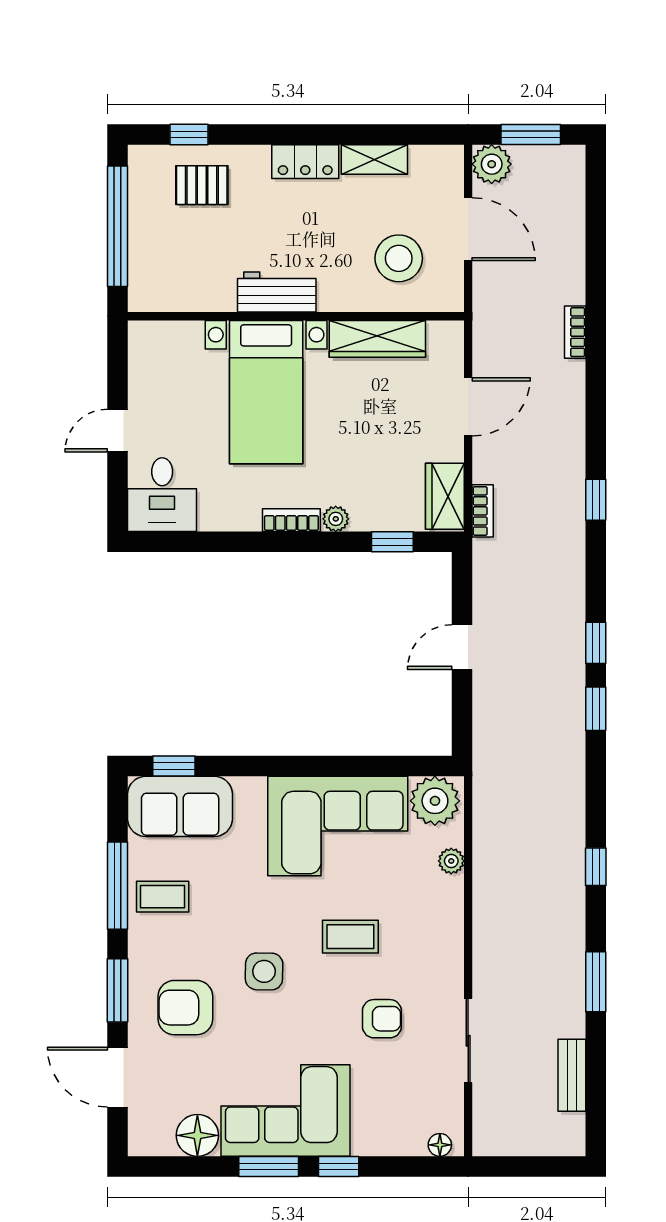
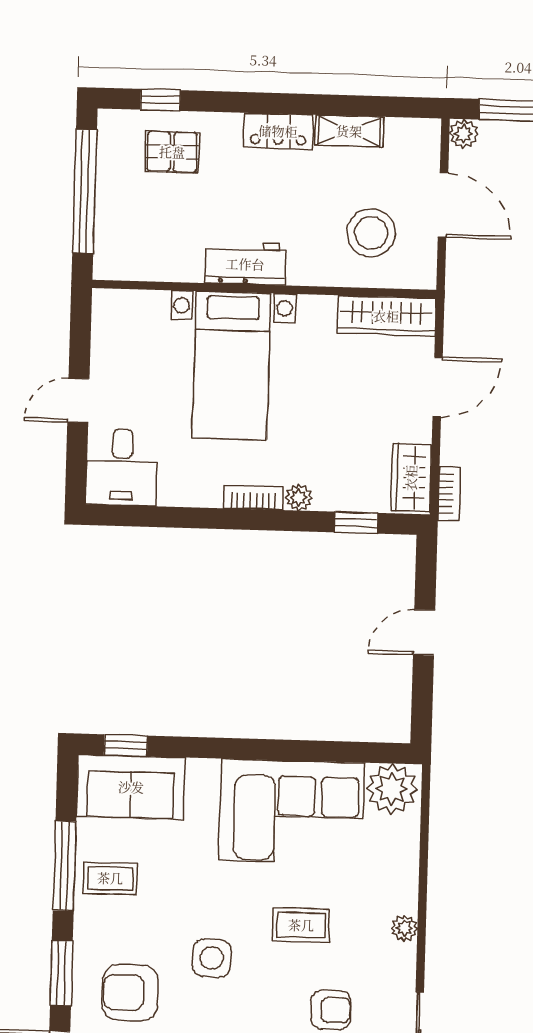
plant: (492, 164) -> (464, 134), width x0.73, depth x0.73
wardrobe: (377, 339) -> (386, 316), moved
plant: (451, 861) -> (404, 928), moved

